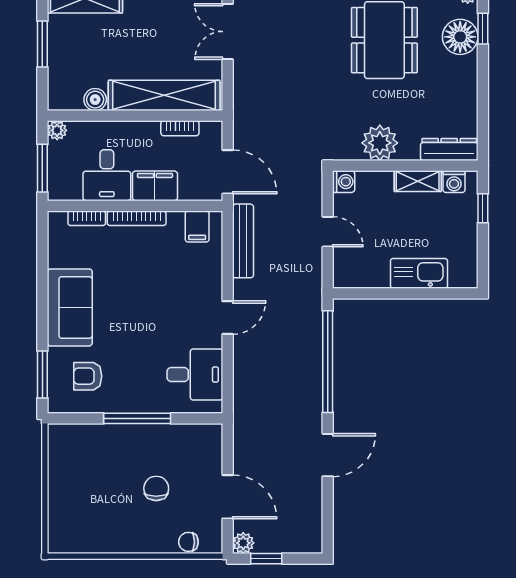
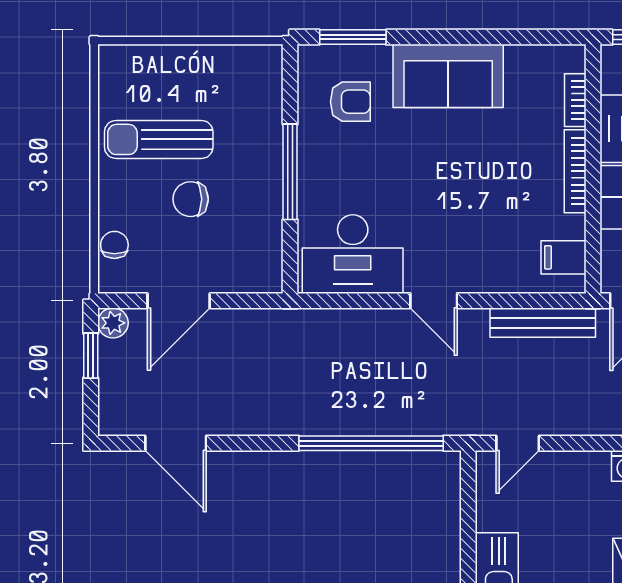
door: (328, 232) -> (518, 443), moved
desk: (195, 375) -> (353, 254), width x1.37
armchair: (88, 376) -> (350, 102), turned 90
door: (328, 455) -> (176, 443), moved
chair: (156, 488) -> (191, 199), turned 180
sun lounger: (114, 511) -> (159, 139), added

